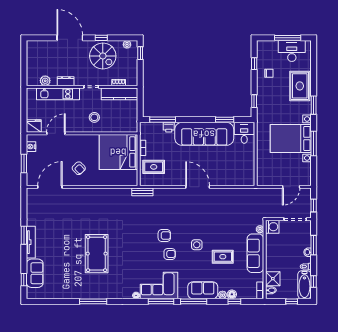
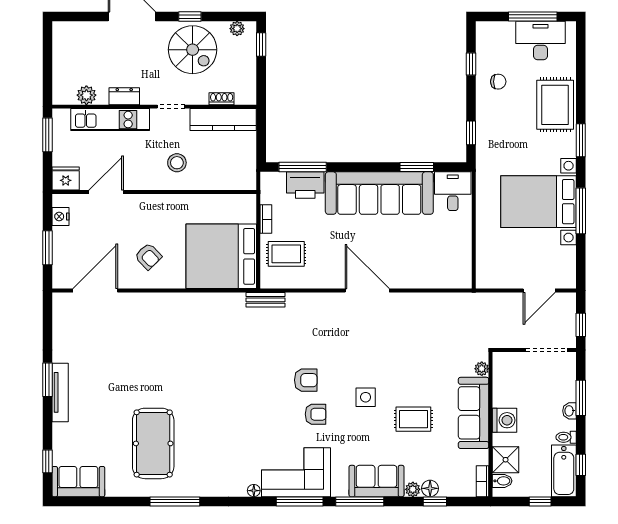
window: (24, 102) -> (47, 135), added
printer: (169, 127) -> (305, 185), width x1.87, depth x1.48
bed: (118, 152) -> (221, 256), moved
washing machine: (272, 227) -> (505, 420), moved
pool table: (97, 254) -> (153, 443), moved
sofa: (35, 273) -> (78, 482), moved, turned -90

